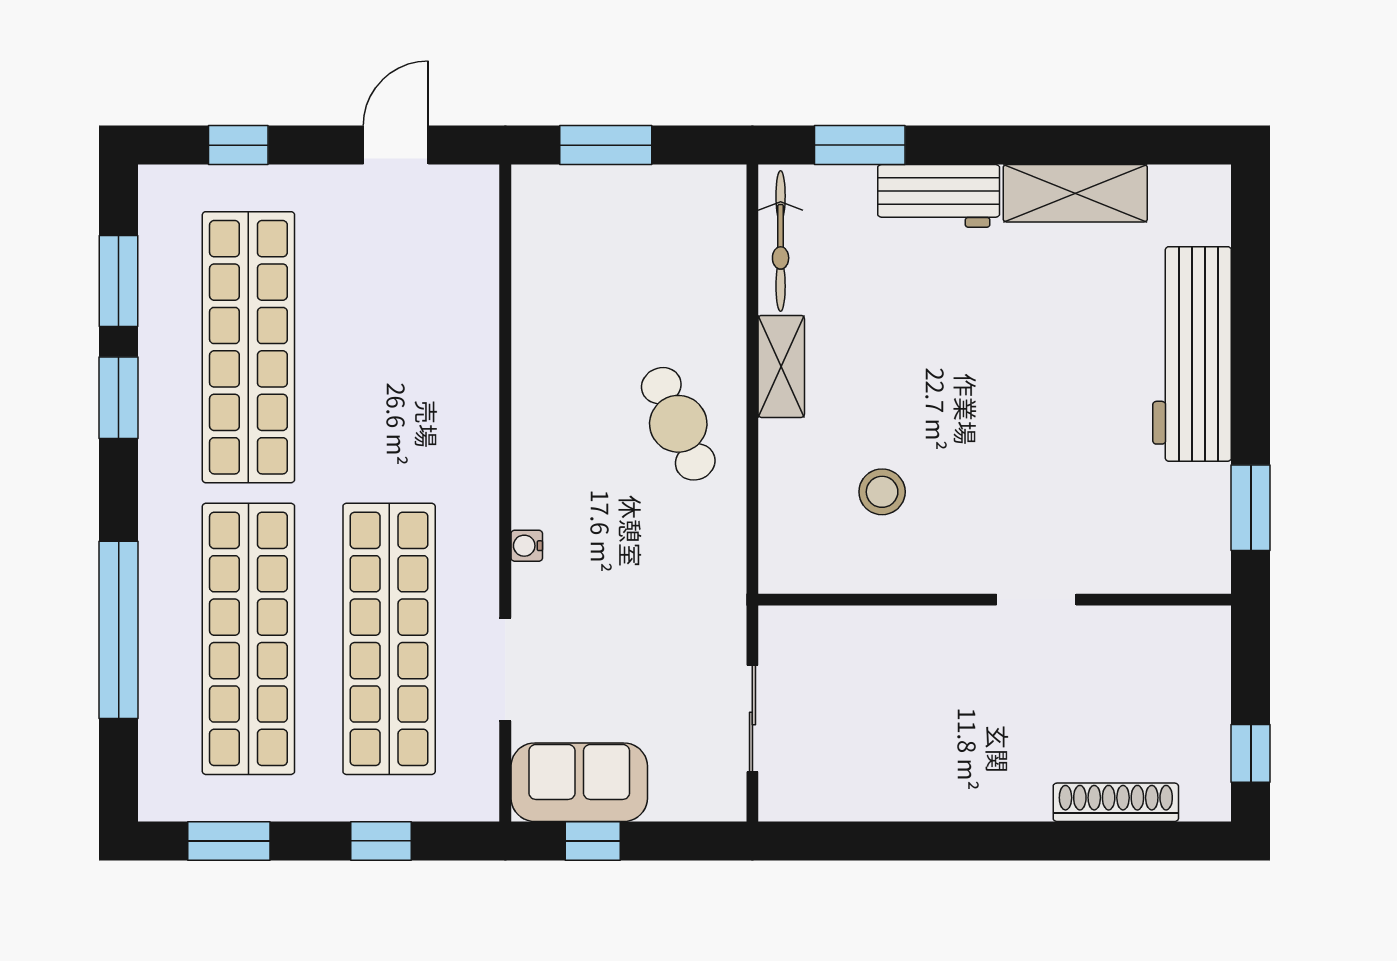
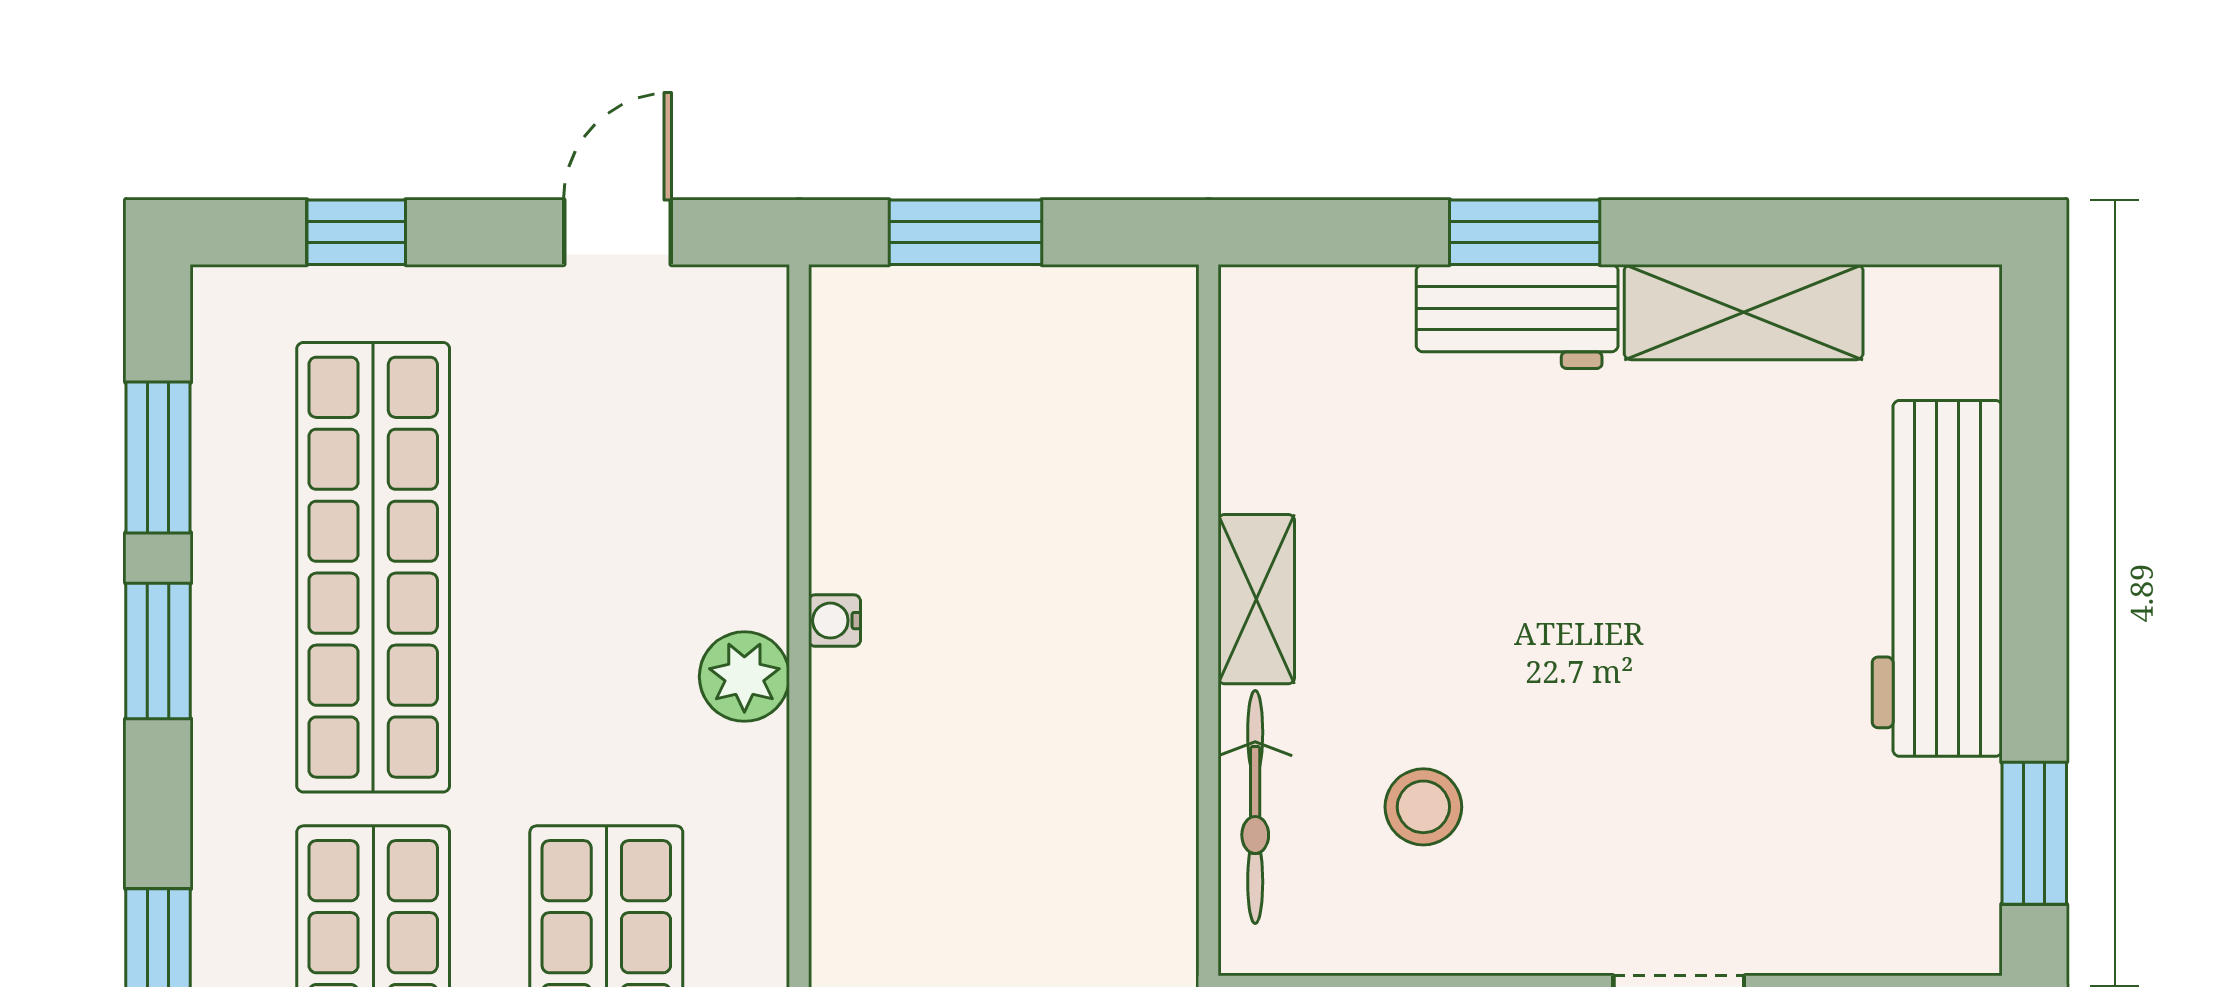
window: (860, 145) -> (1525, 232), moved
bicycle: (781, 241) -> (1255, 807), moved
plant: (472, 413) -> (744, 677), added
cafe table: (678, 424) -> (1086, 694), removed
water cooler: (527, 546) -> (834, 621), moved

